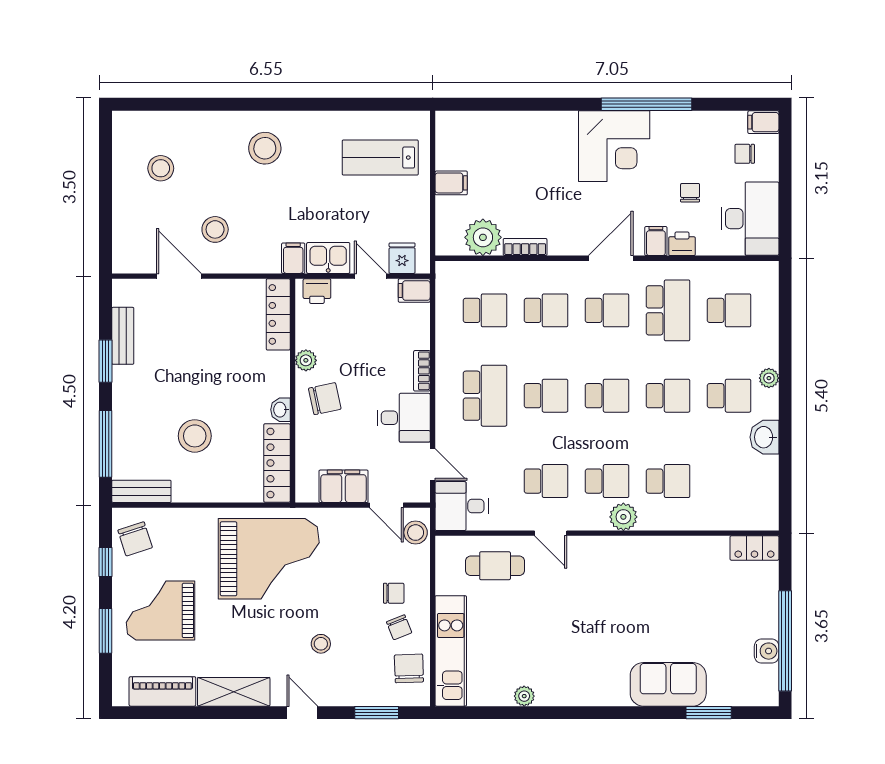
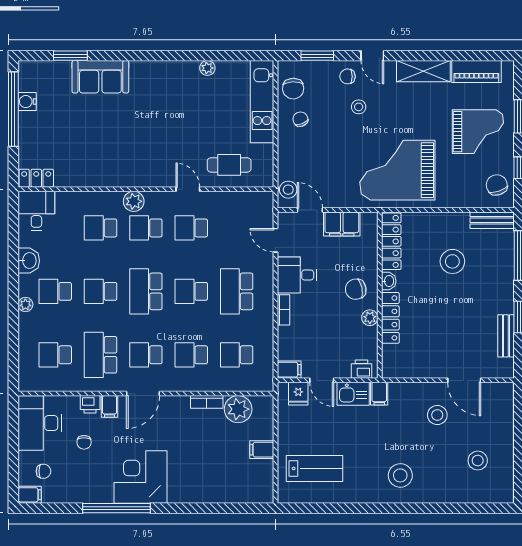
locker: (278, 314) -> (390, 318), moved
school desk: (607, 396) -> (146, 291), width x1.85
desk: (462, 506) -> (36, 211), moved, turned -90
chair: (394, 593) -> (348, 76), moved

